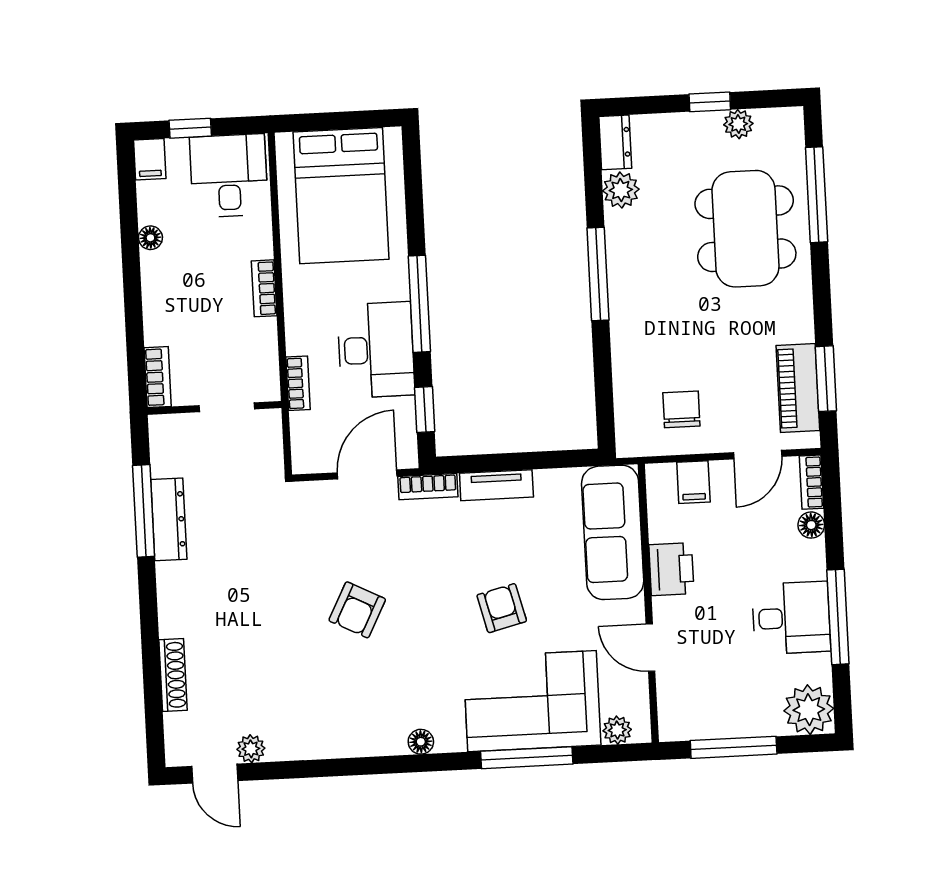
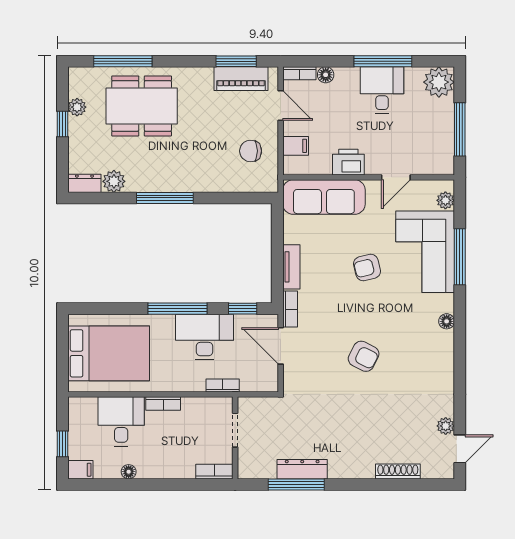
desk: (229, 176) -> (121, 421), moved, turned 90

